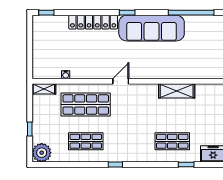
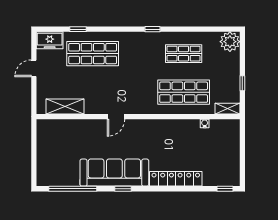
window: (127, 13) -> (123, 189), moved
door: (121, 81) -> (116, 117), moved
shelving: (177, 91) -> (65, 107), moved
window: (30, 129) -> (242, 83), moved
shop shelf: (172, 141) -> (93, 54), width x1.43, depth x1.36

